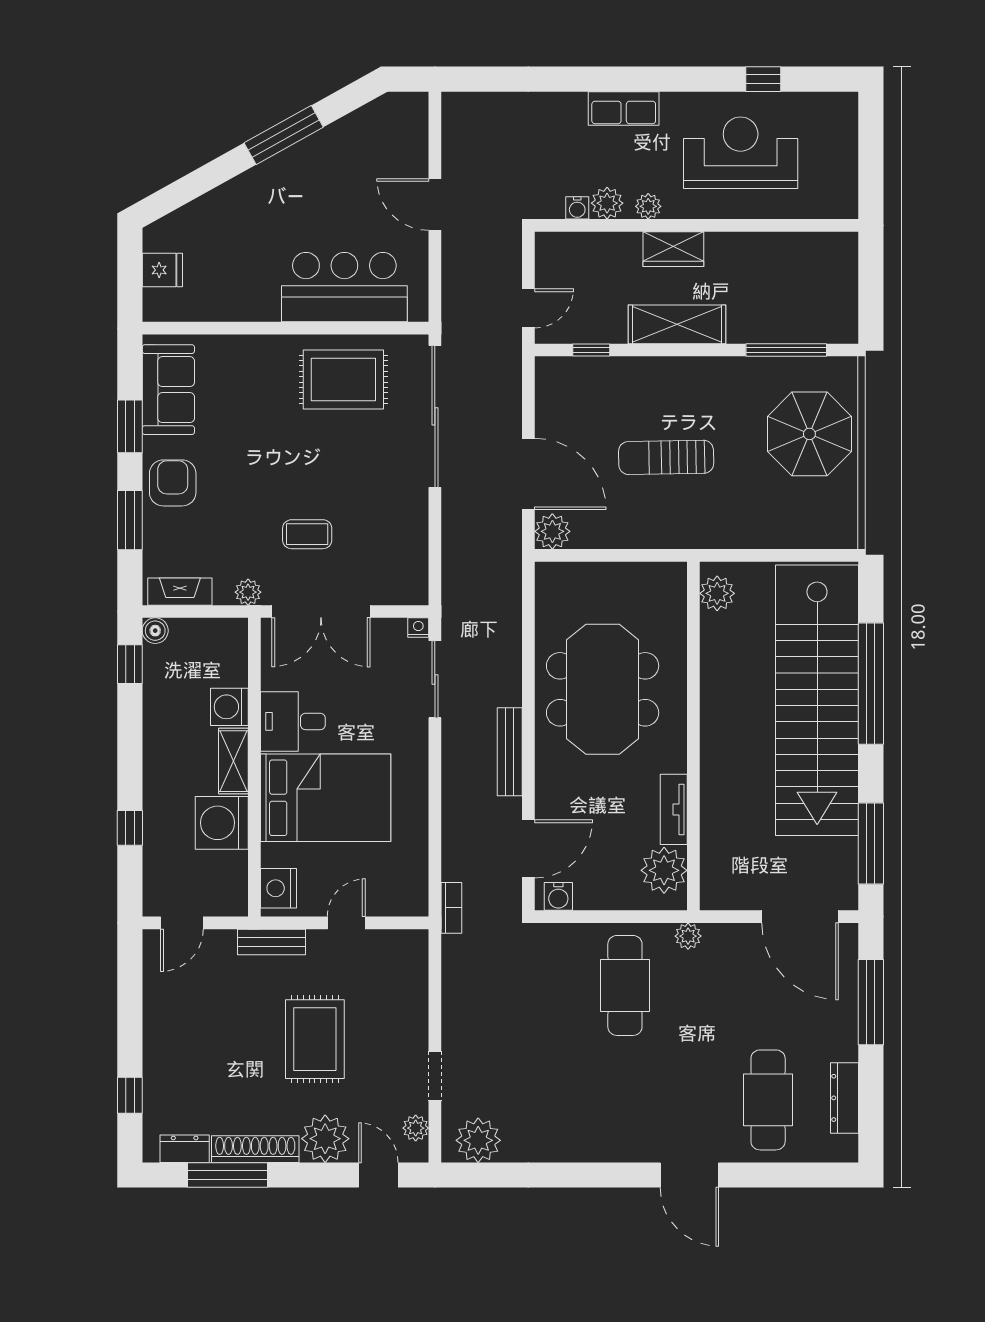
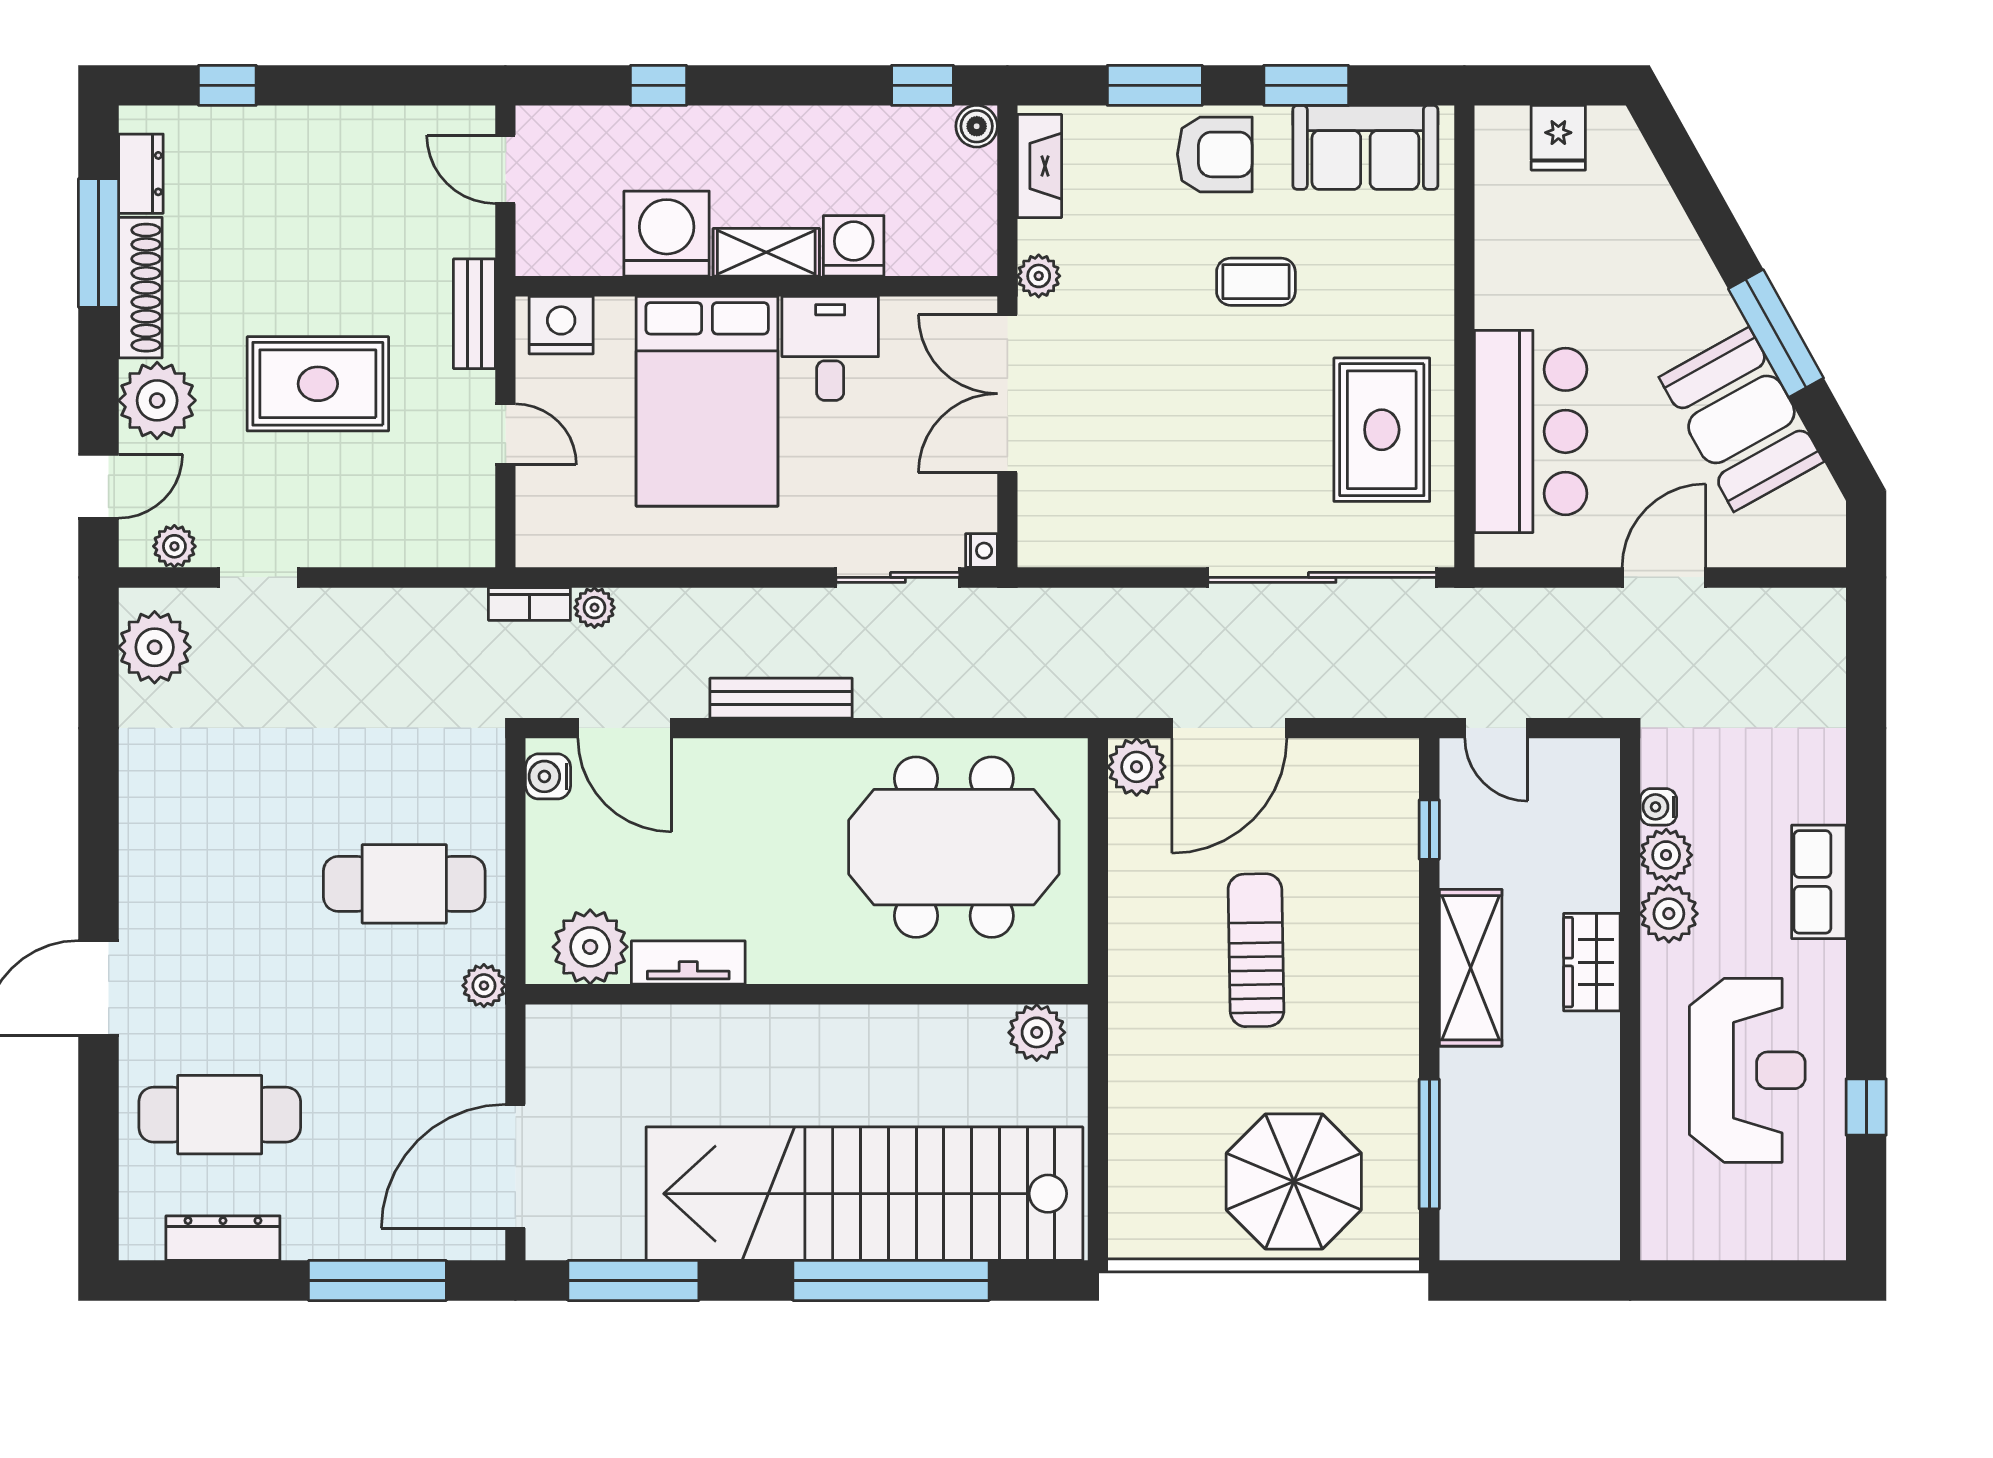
booth: (337, 156) -> (1741, 419), added
plant: (648, 206) -> (1669, 914), width x1.38, depth x1.38
coffee table: (307, 534) -> (1256, 282), moved, turned 90
meeting table: (603, 689) -> (954, 847), moved
plant: (454, 868) -> (594, 608), added

